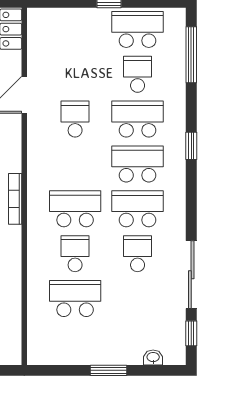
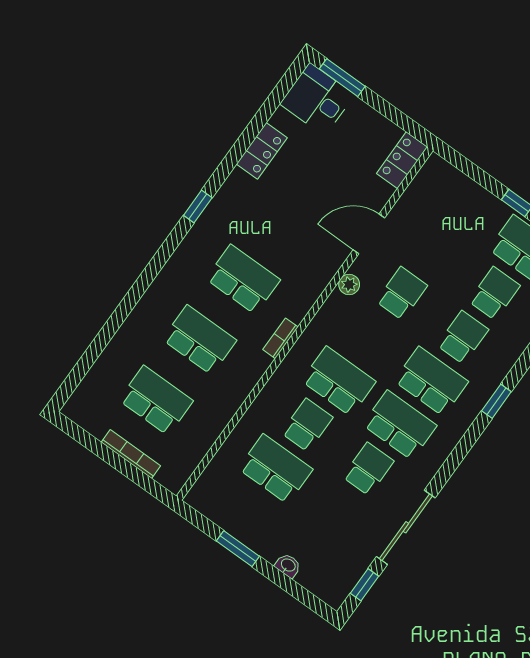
school desk: (138, 119) -> (463, 337), width x0.54
plant: (35, 139) -> (349, 284), added
bookcase: (15, 199) -> (280, 338), width x0.64
washbasin: (153, 358) -> (288, 565), moved
window: (108, 370) -> (238, 549), moved

